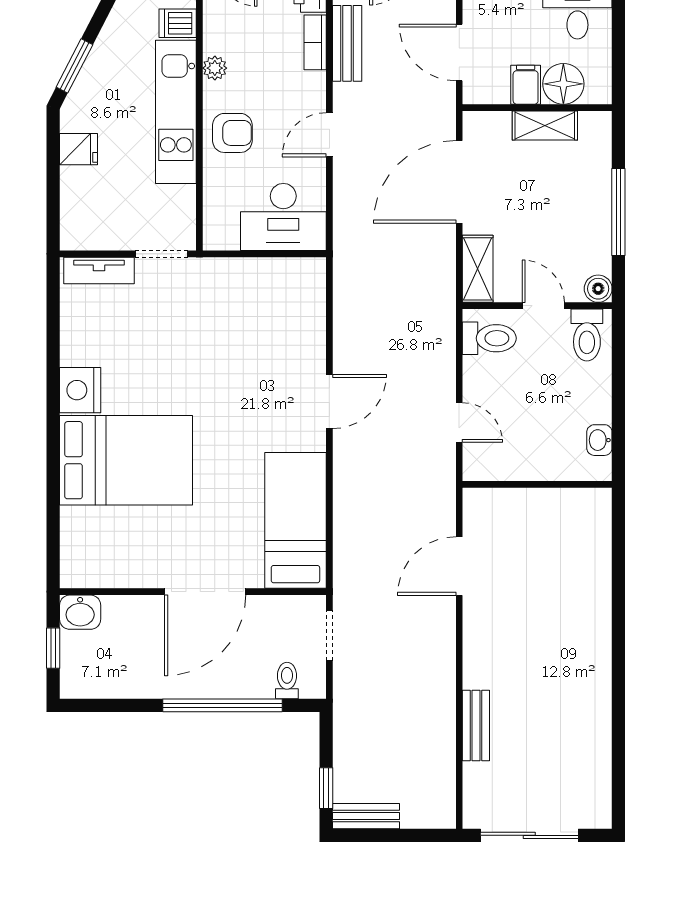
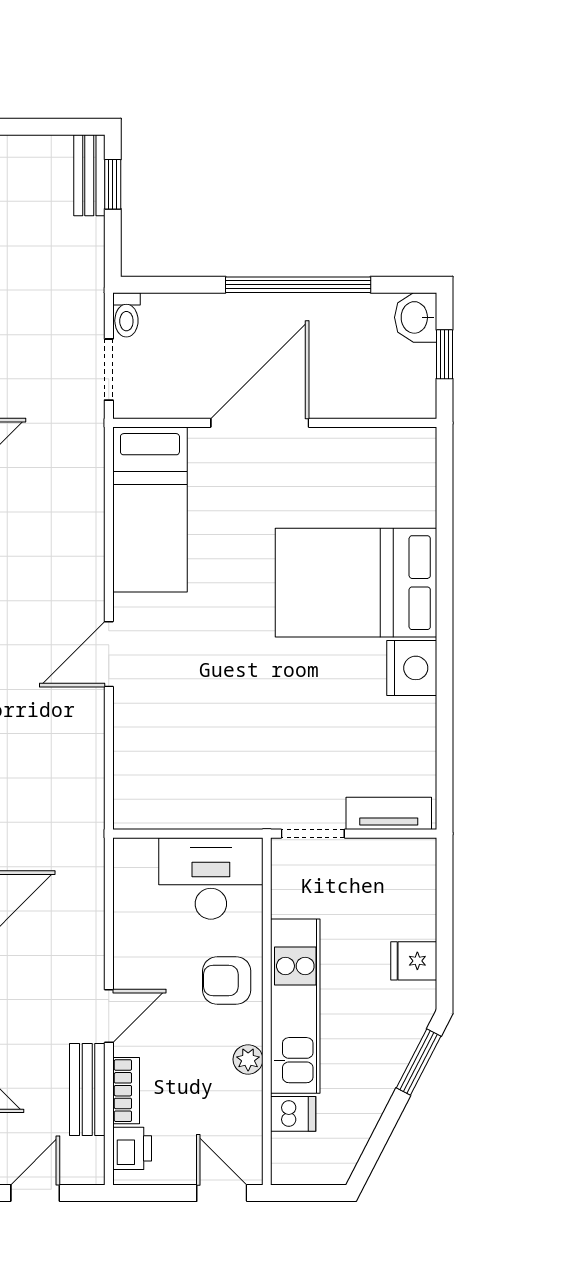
door: (329, 135) -> (109, 1016), moved
desk: (283, 217) -> (211, 878), moved
washbasin: (80, 612) -> (416, 317), moved, turned -90
toilet: (287, 681) -> (126, 315), moved
window: (222, 705) -> (298, 285), moved
bench: (366, 816) -> (89, 175), moved, turned 90

